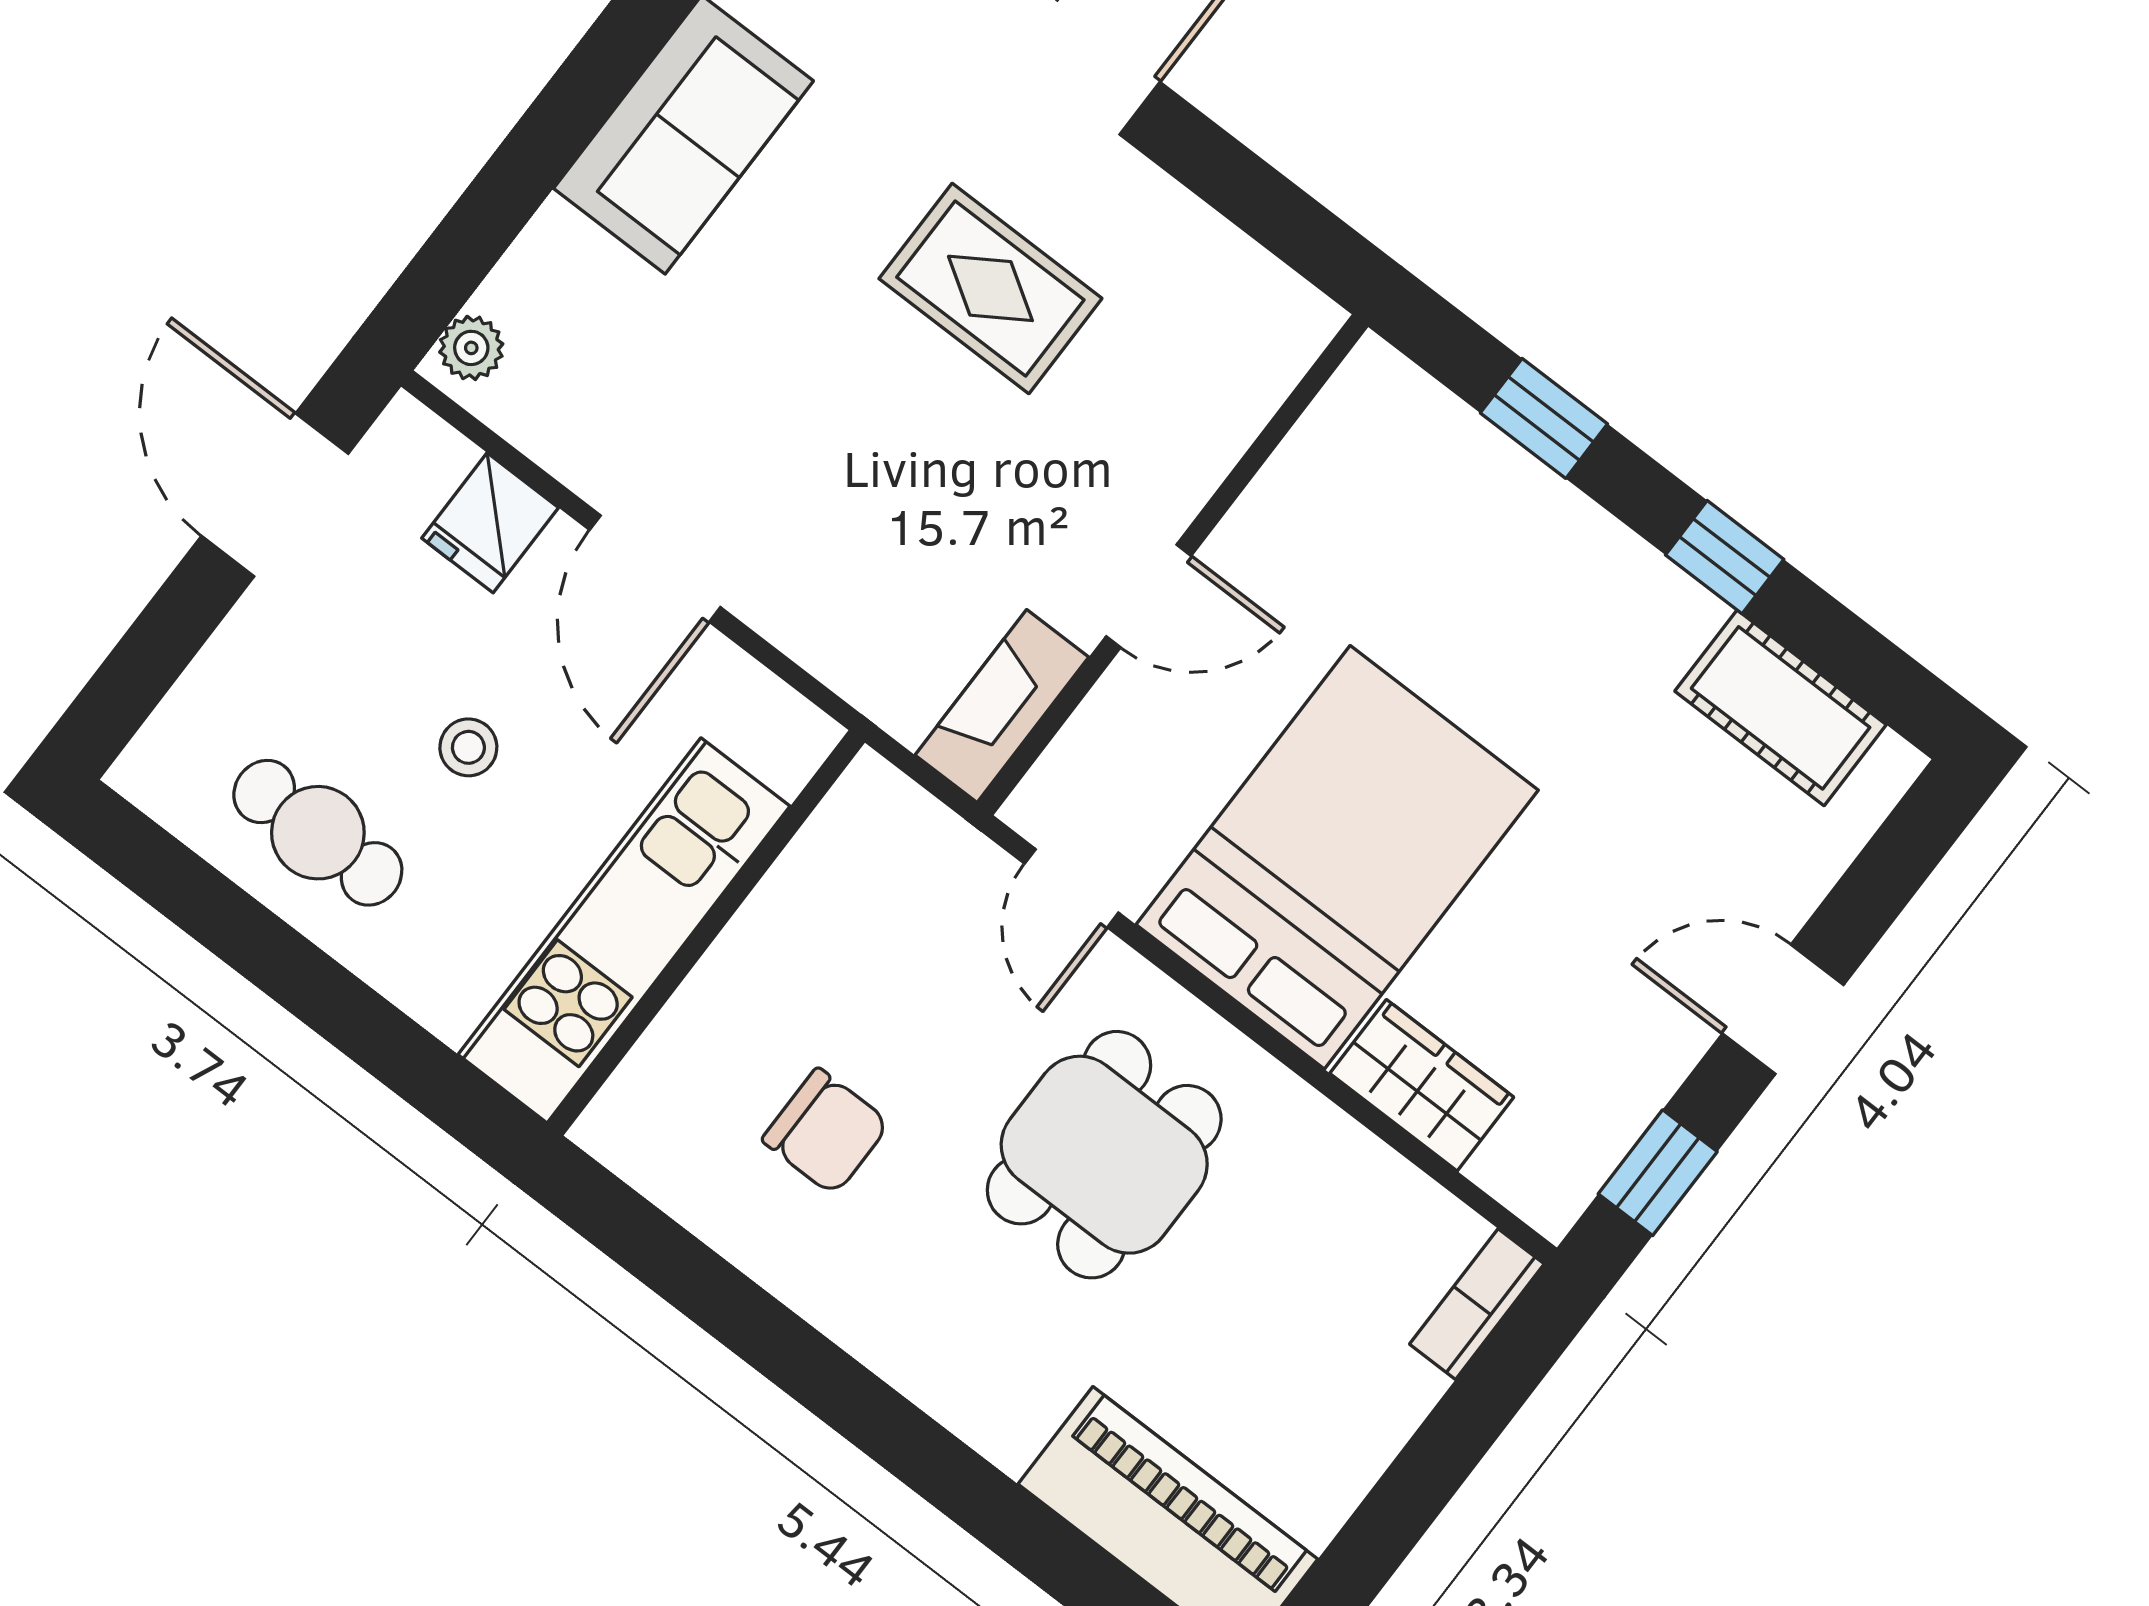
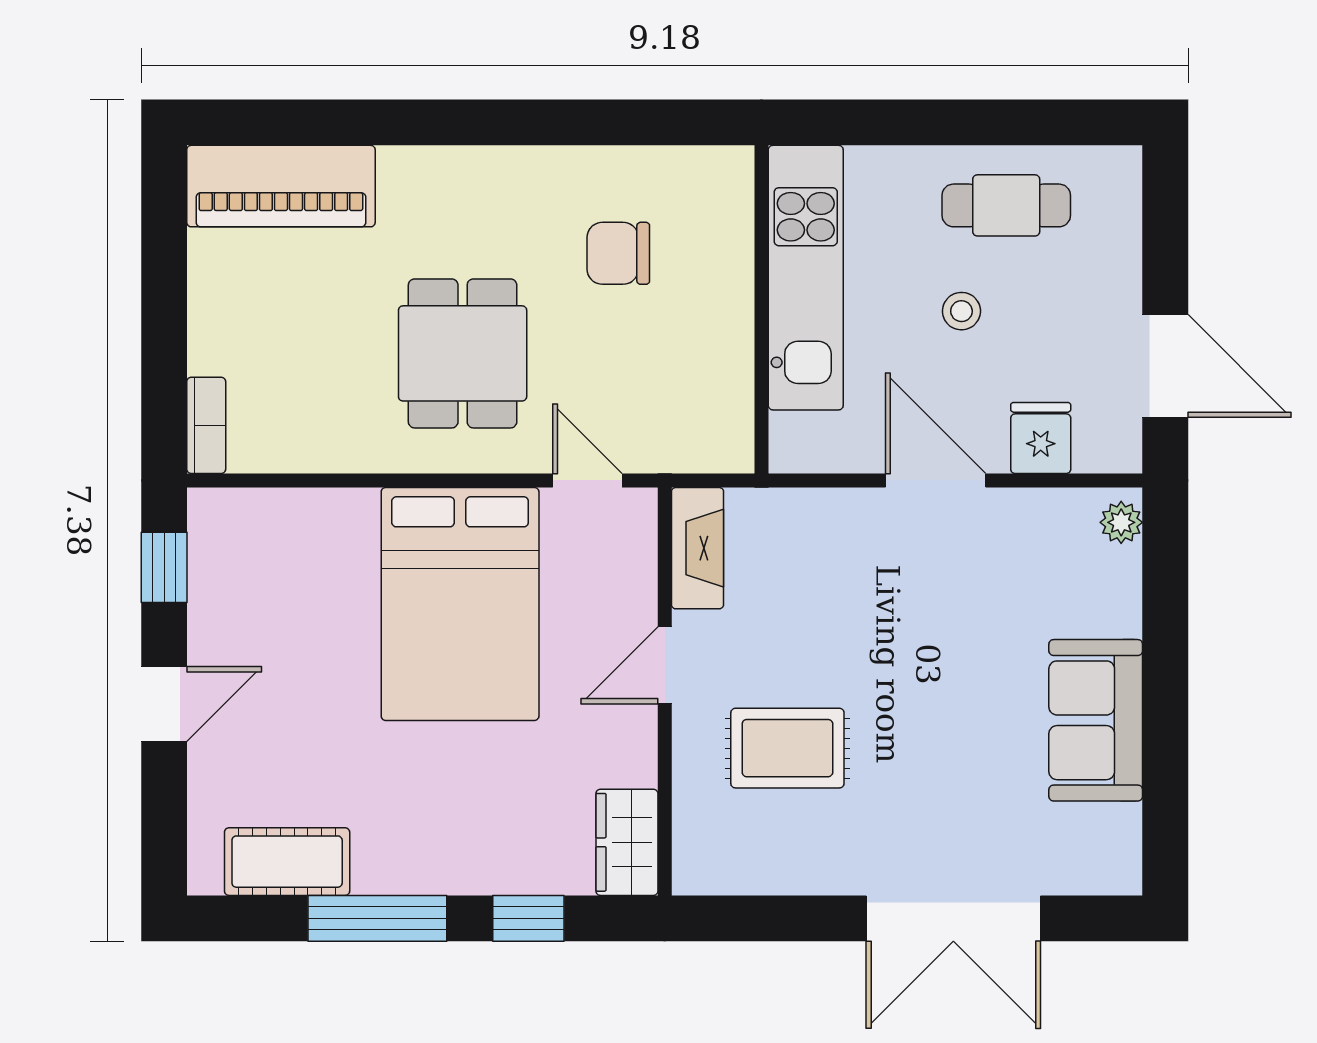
rug: (990, 288) -> (787, 748), moved
window: (1725, 557) -> (377, 918), width x2.17
wardrobe: (1422, 1085) -> (627, 842), moved, turned 90

